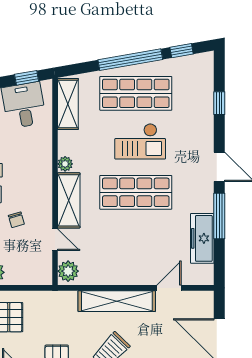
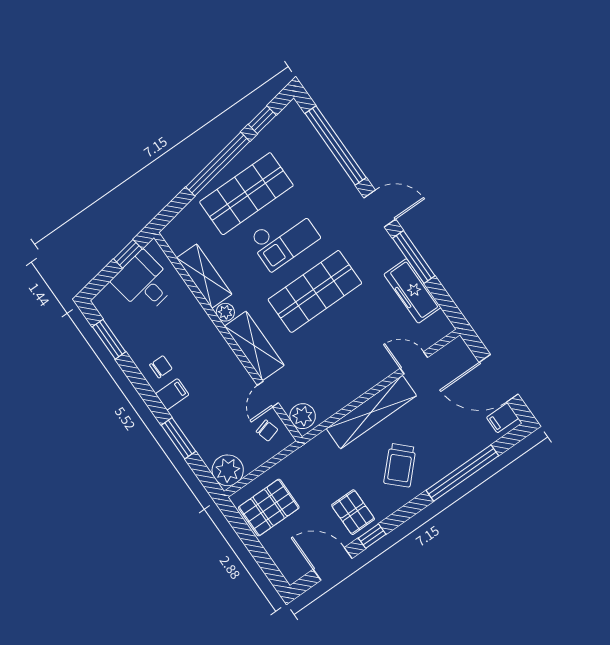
window: (219, 103) -> (336, 145), width x3.17
shelving: (68, 104) -> (204, 276), moved
chair: (16, 220) -> (267, 431), moved
door: (55, 240) -> (268, 394), swing flipped
door: (169, 288) -> (414, 363), hinge flipped

